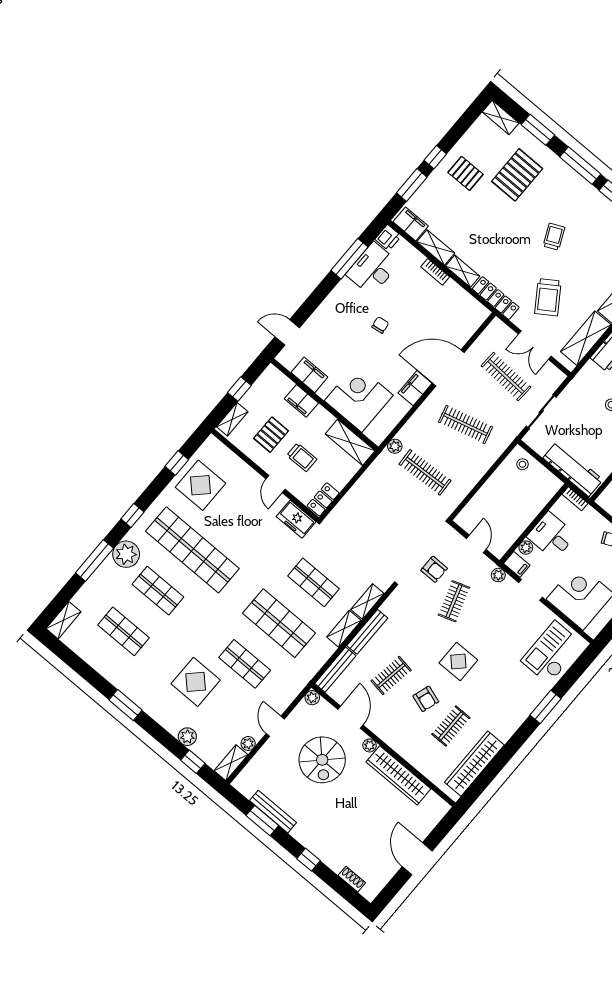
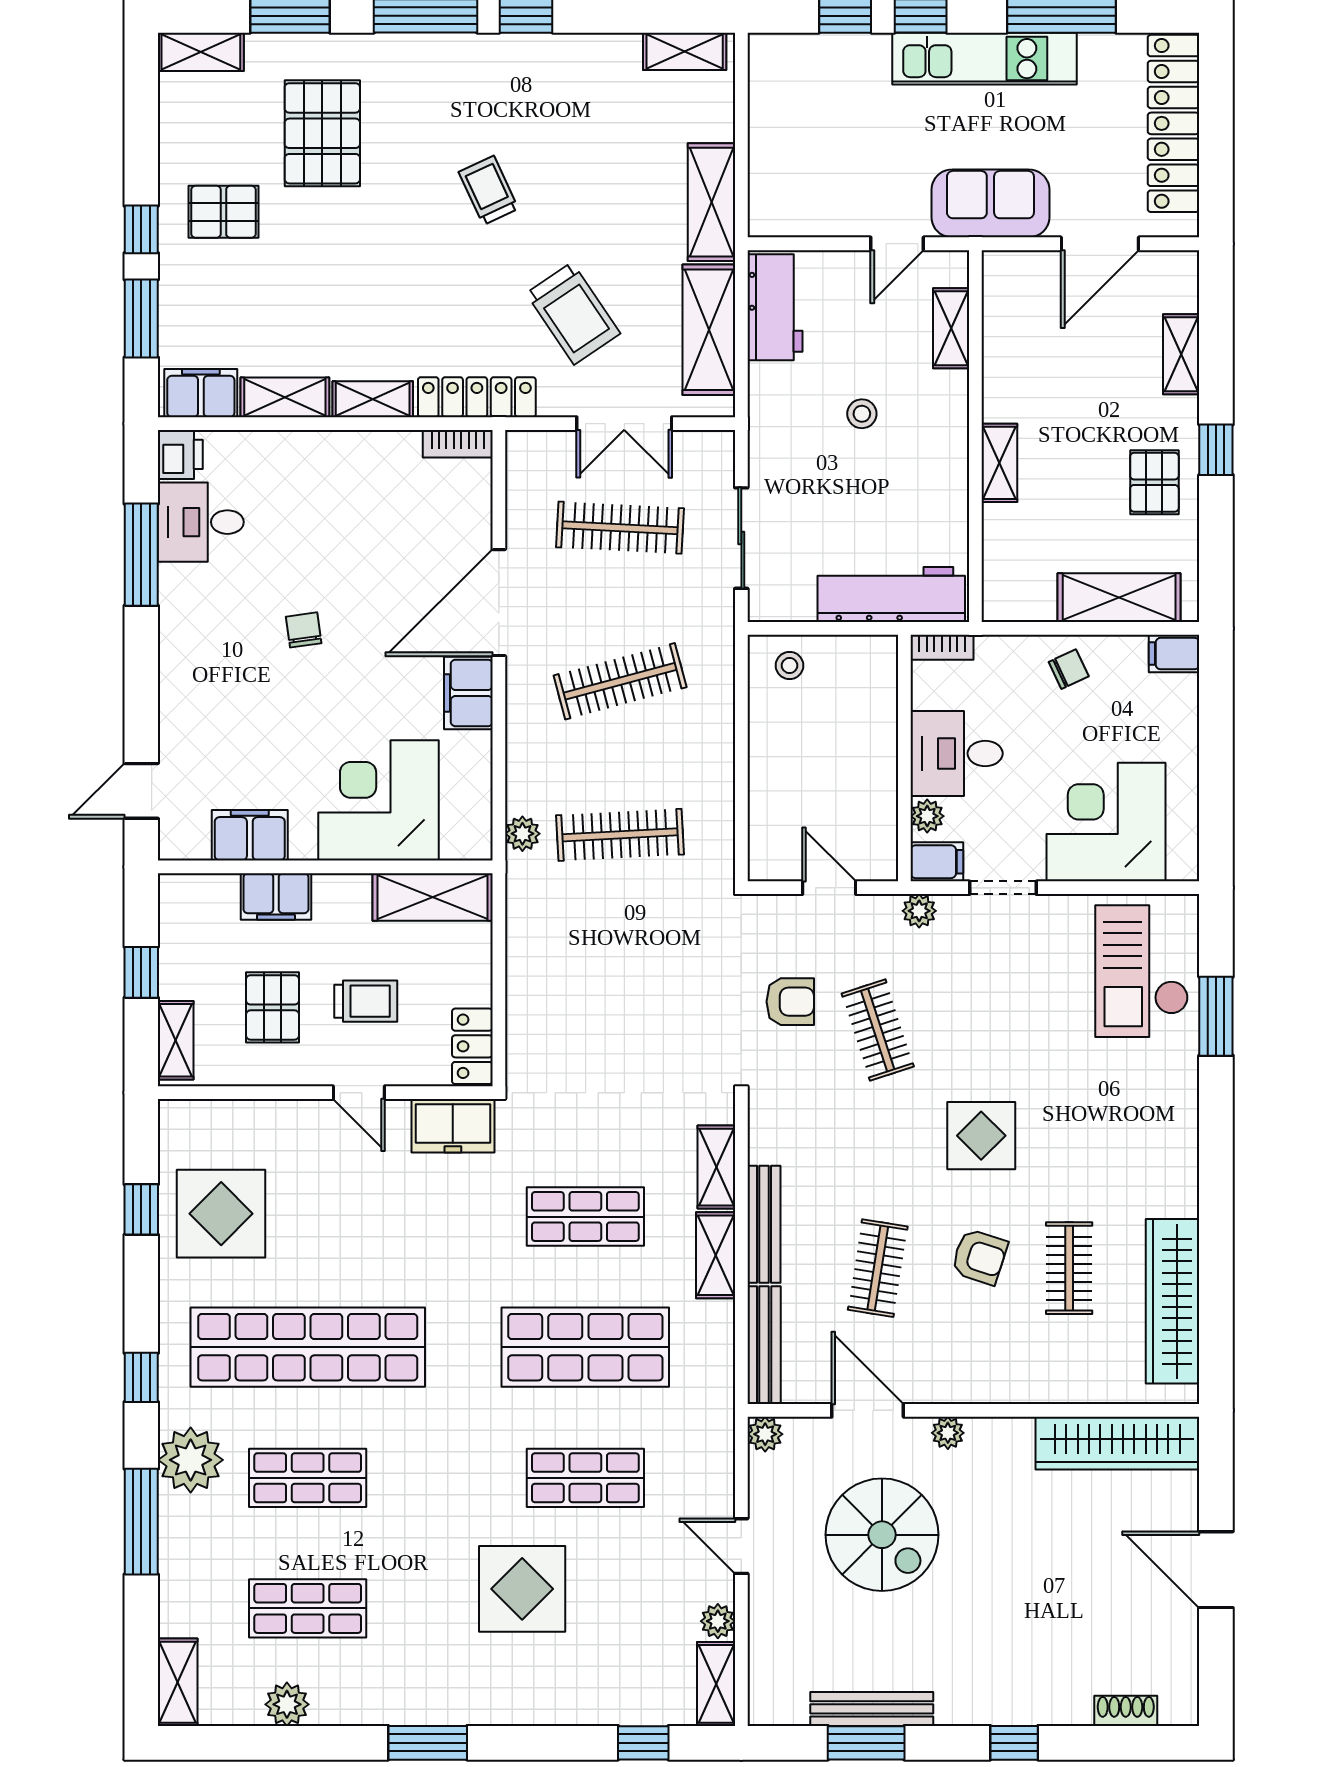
desk: (373, 269) -> (201, 522), width x0.73
bookcase: (435, 272) -> (458, 444), moved
window: (546, 707) -> (1216, 1016), moved
plant: (187, 737) -> (287, 1704), moved
wardrobe: (398, 775) -> (1117, 1443), moved

